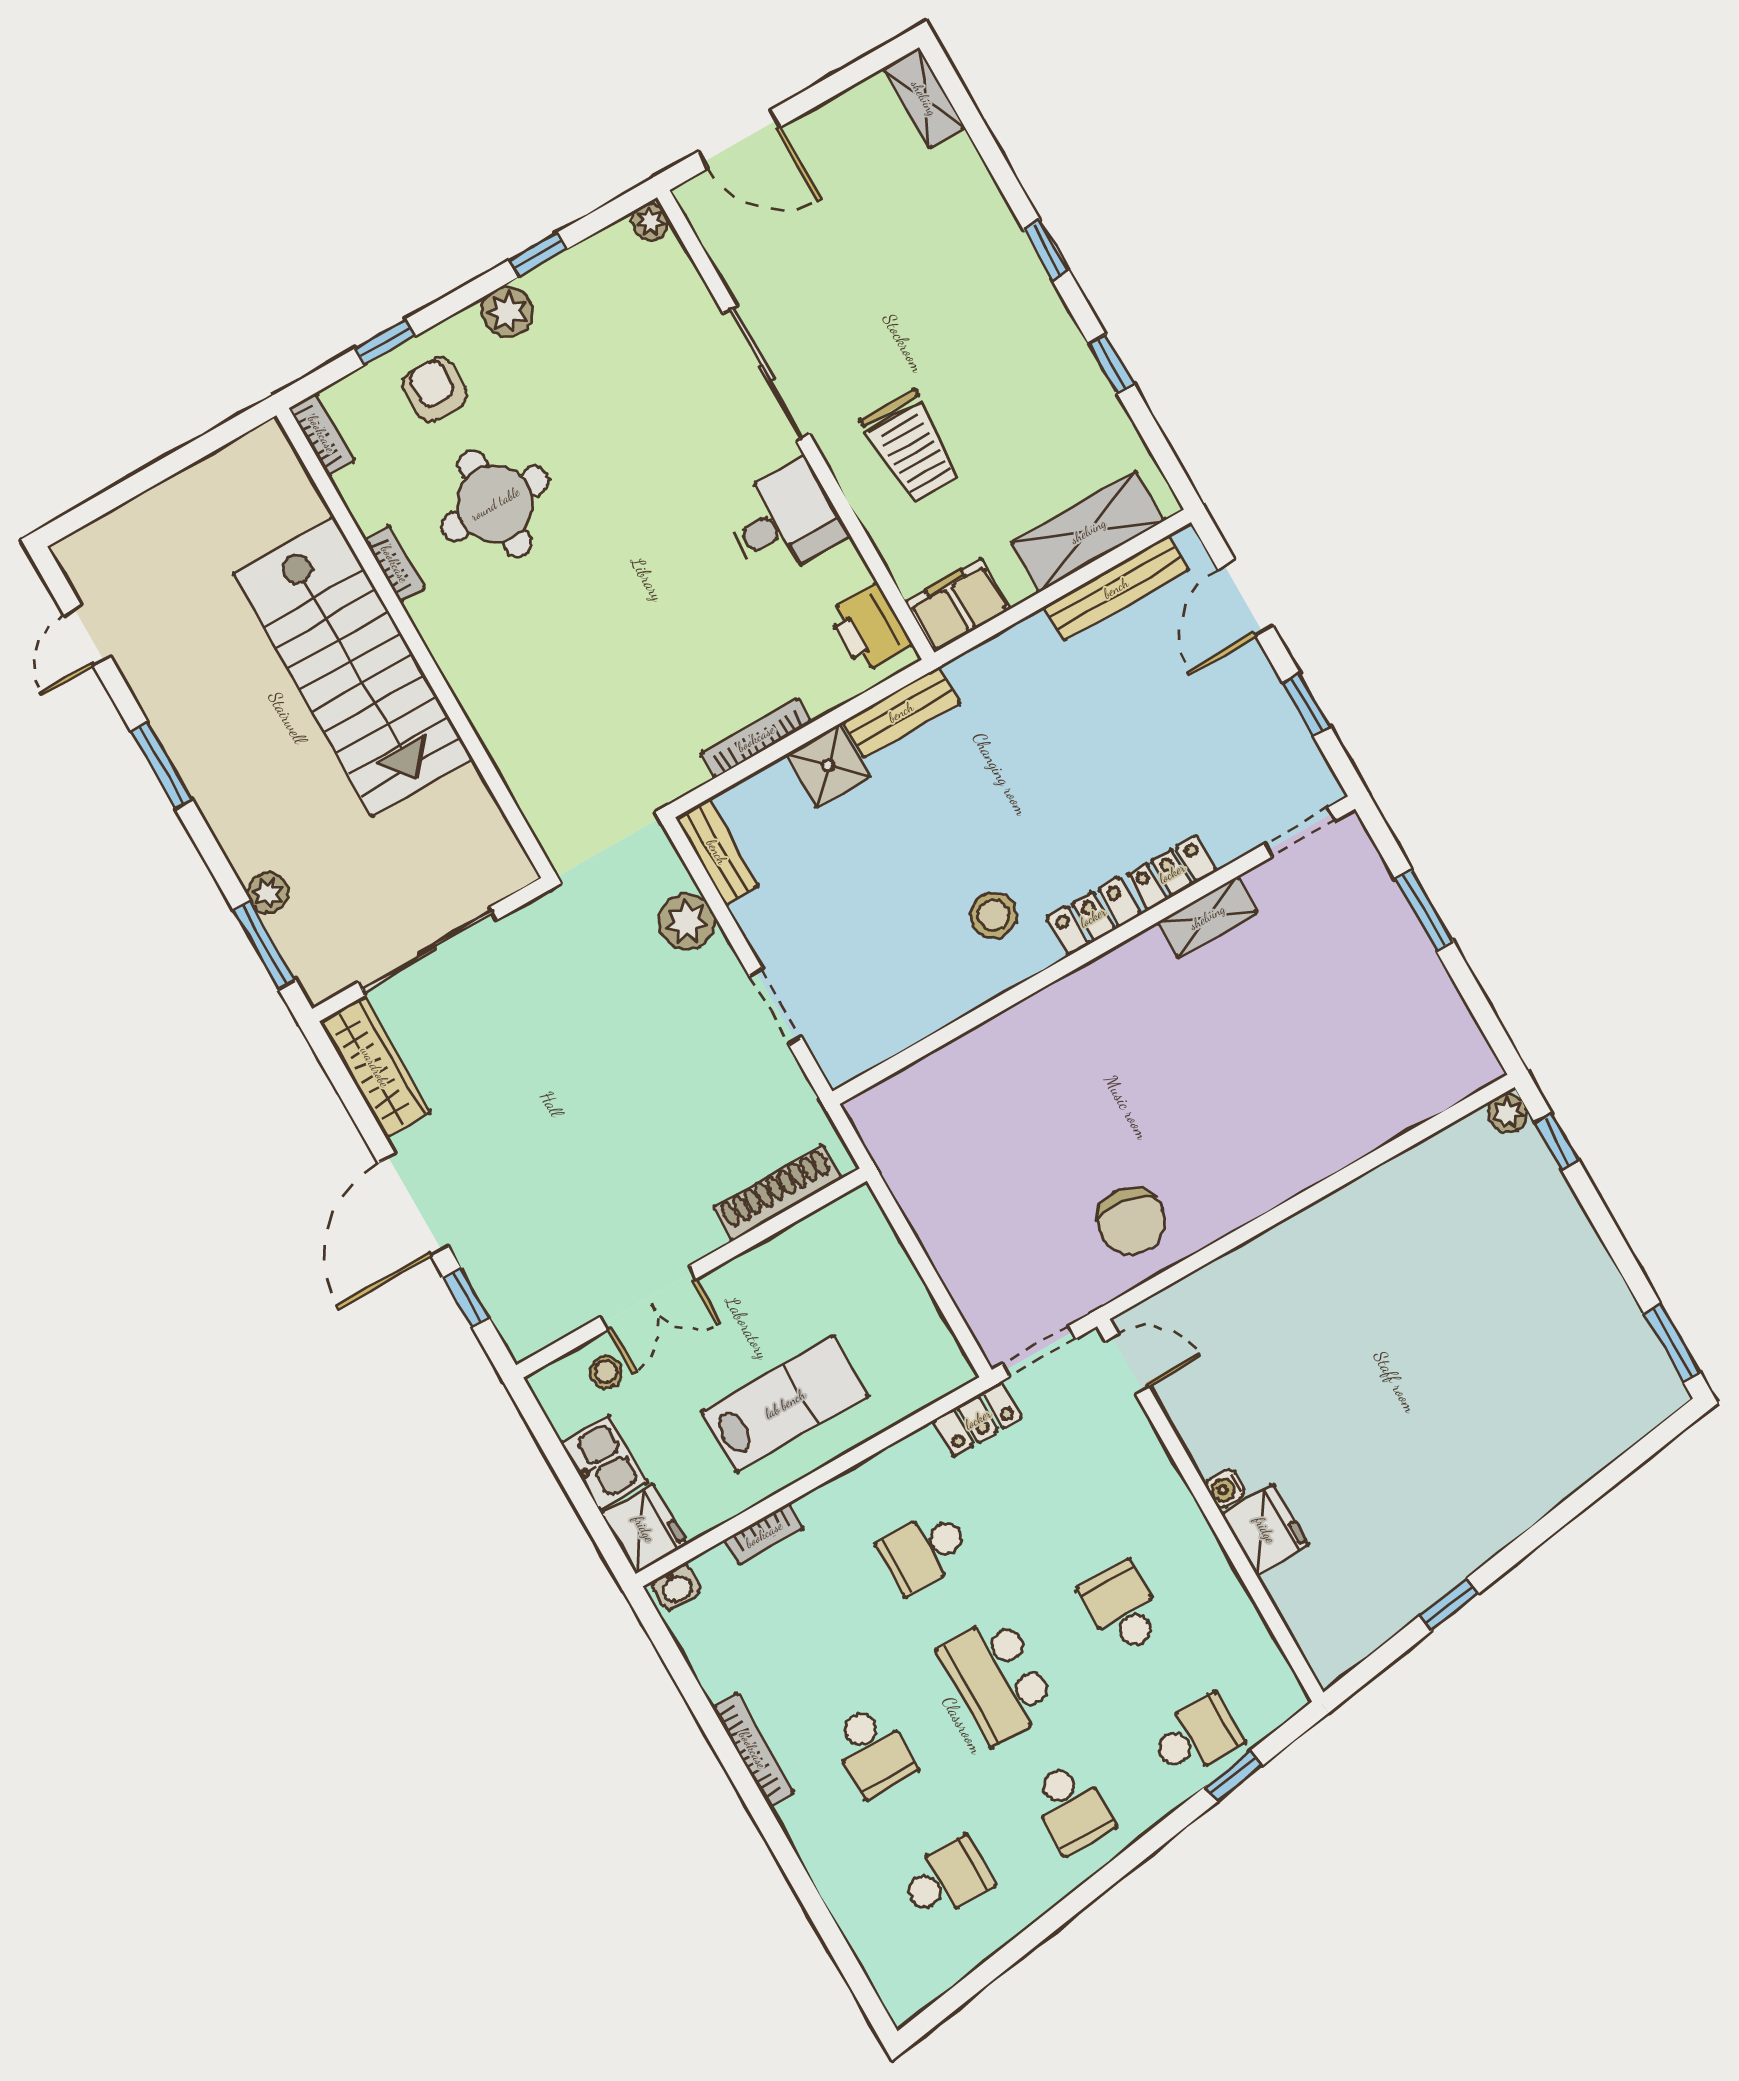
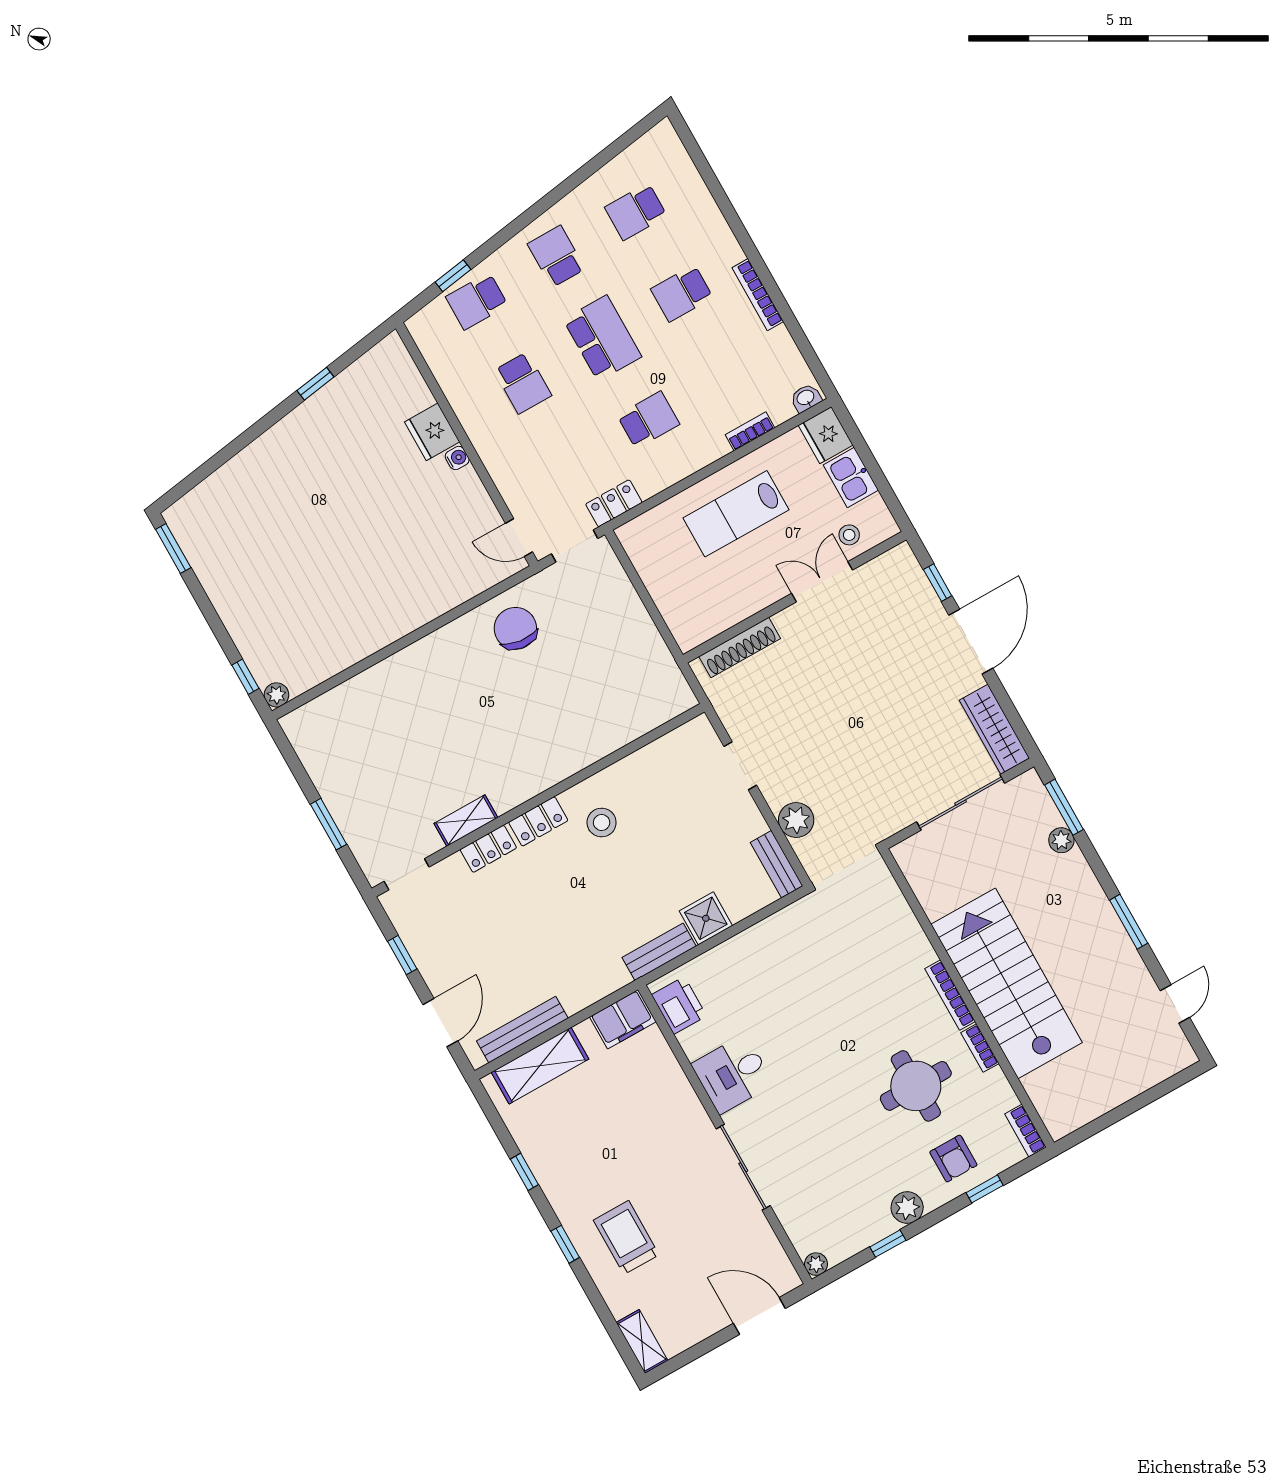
trolley: (911, 447) -> (626, 1237), moved
bookcase: (756, 738) -> (950, 995), moved, turned 90
school desk: (873, 1751) -> (682, 293), turned -90

